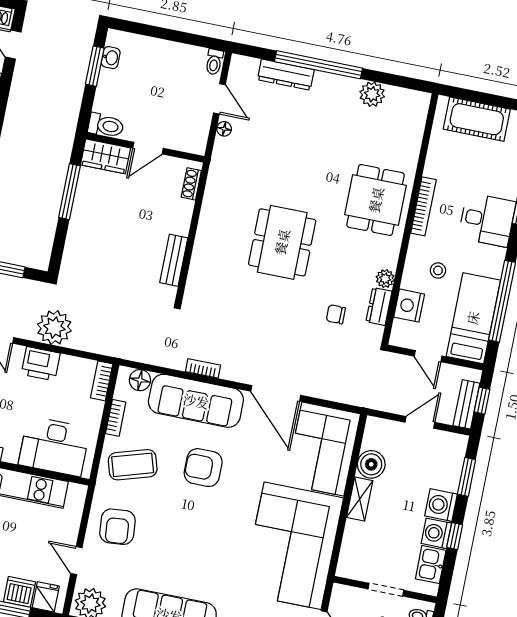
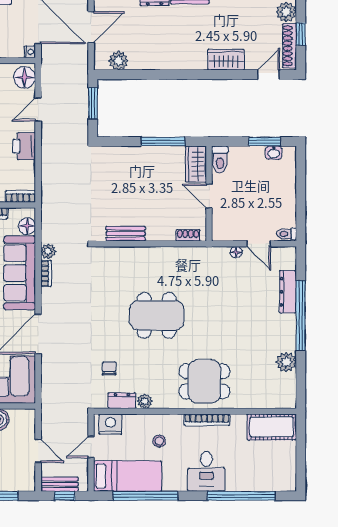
door: (219, 99) -> (259, 244), hinge flipped
cot: (477, 119) -> (272, 427), moved, turned 90
nightstand: (409, 306) -> (110, 424), moved
plant: (54, 327) -> (48, 251), moved, width x0.53, depth x0.53

